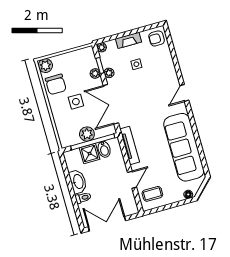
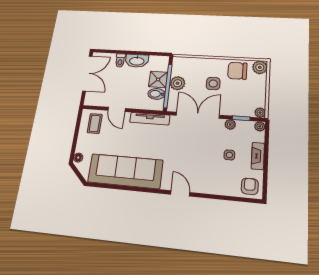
plant: (95, 73) -> (260, 113), moved

